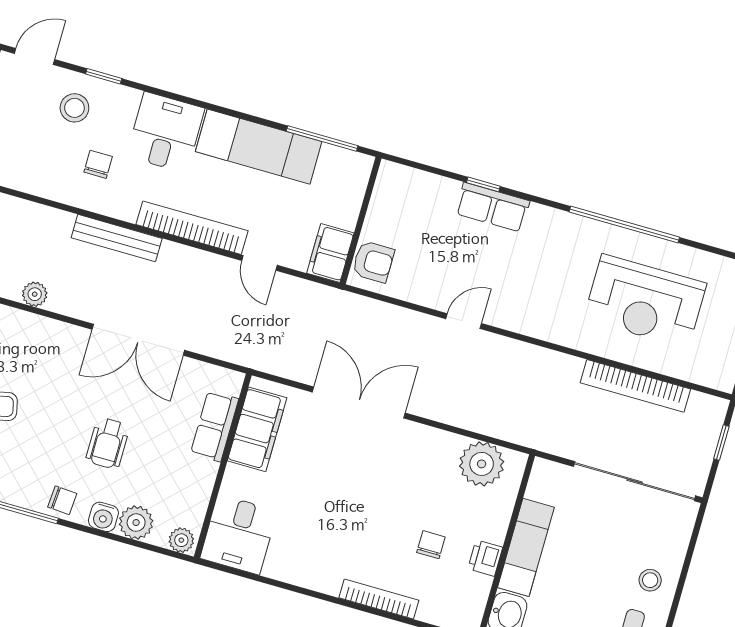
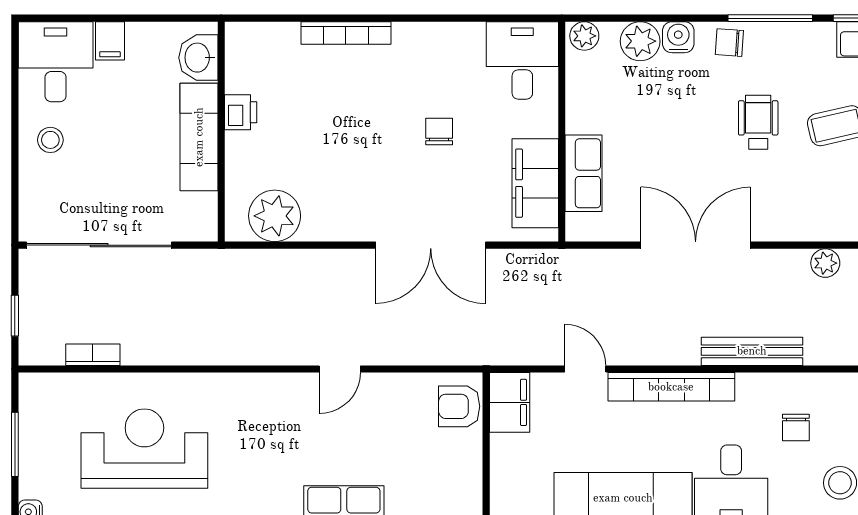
bookcase: (635, 386) -> (93, 355), width x0.43, depth x0.76
wheelchair: (108, 443) -> (758, 122), moved
chair: (431, 545) -> (439, 131), moved, turned 180

